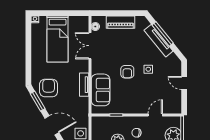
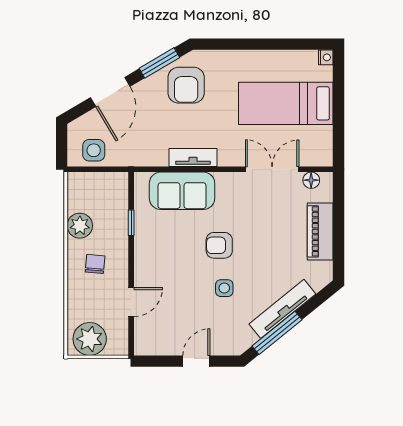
window: (163, 34) -> (277, 333), moved
armchair: (49, 88) -> (186, 85), turned 90
door: (155, 115) -> (131, 302), hinge flipped

